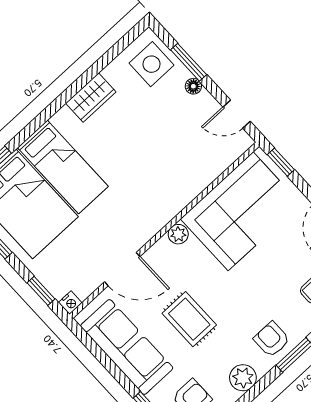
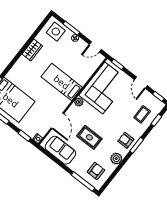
bed: (63, 167) -> (62, 82), moved, turned 180
door: (122, 269) -> (57, 121), hinge flipped
sofa: (127, 347) -> (60, 150), width x0.73

